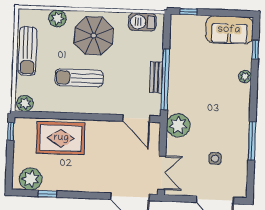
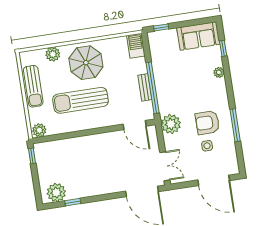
barbecue: (142, 22) -> (136, 46), moved, turned 90
sun lounger: (79, 78) -> (81, 100), width x1.36, depth x1.34
armchair: (221, 132) -> (207, 123), added
rug: (61, 138) -> (75, 154), removed

